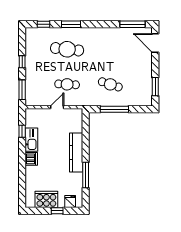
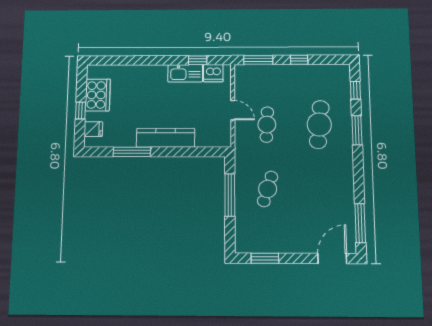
dishwasher: (31, 159) -> (213, 73), moved

